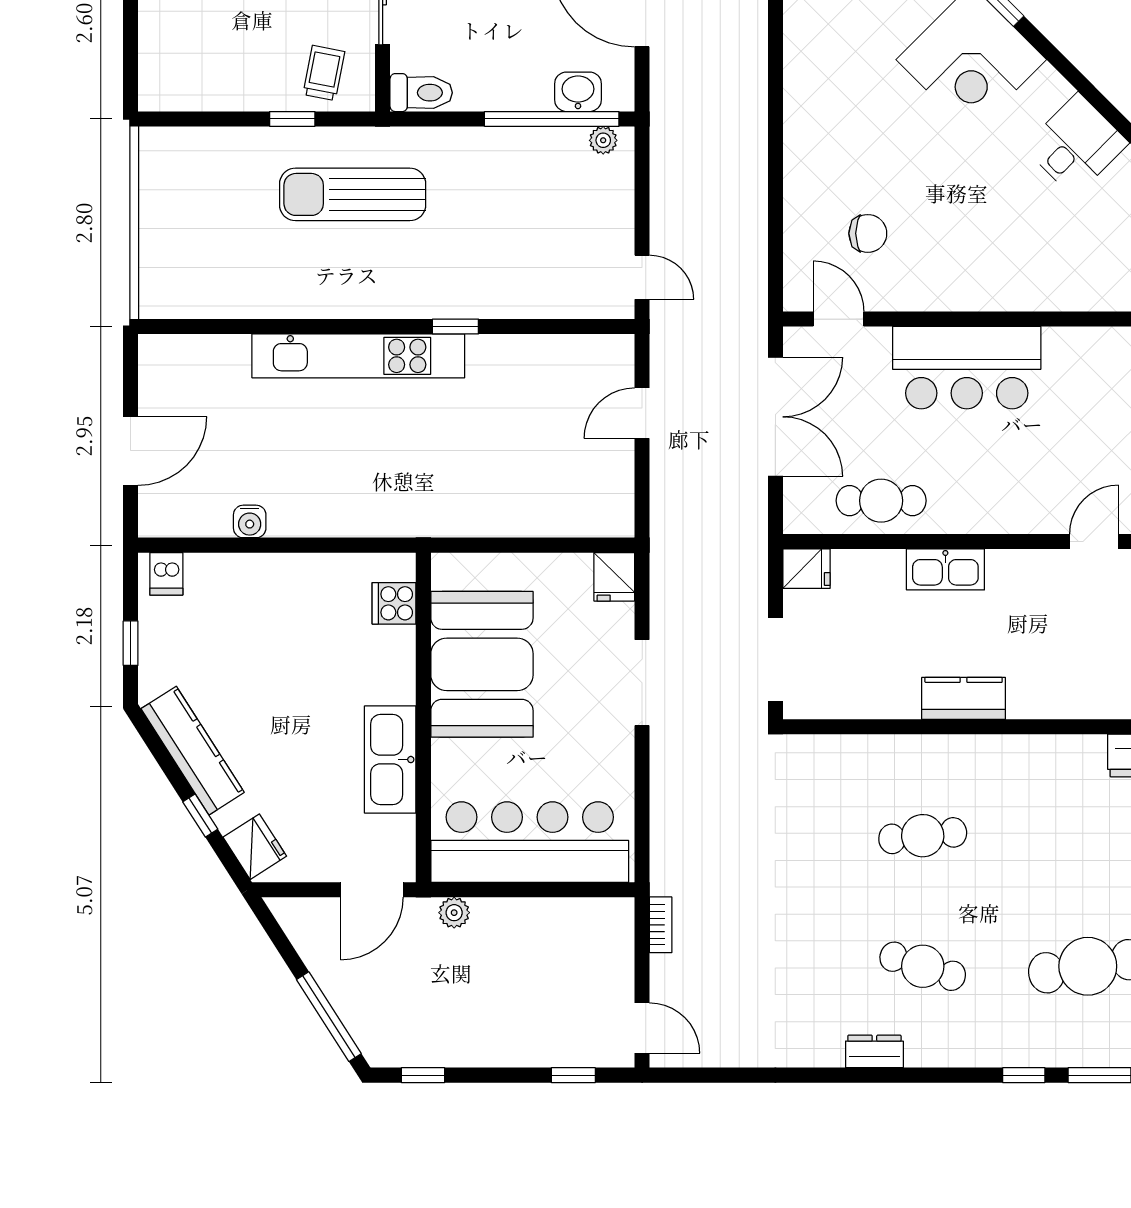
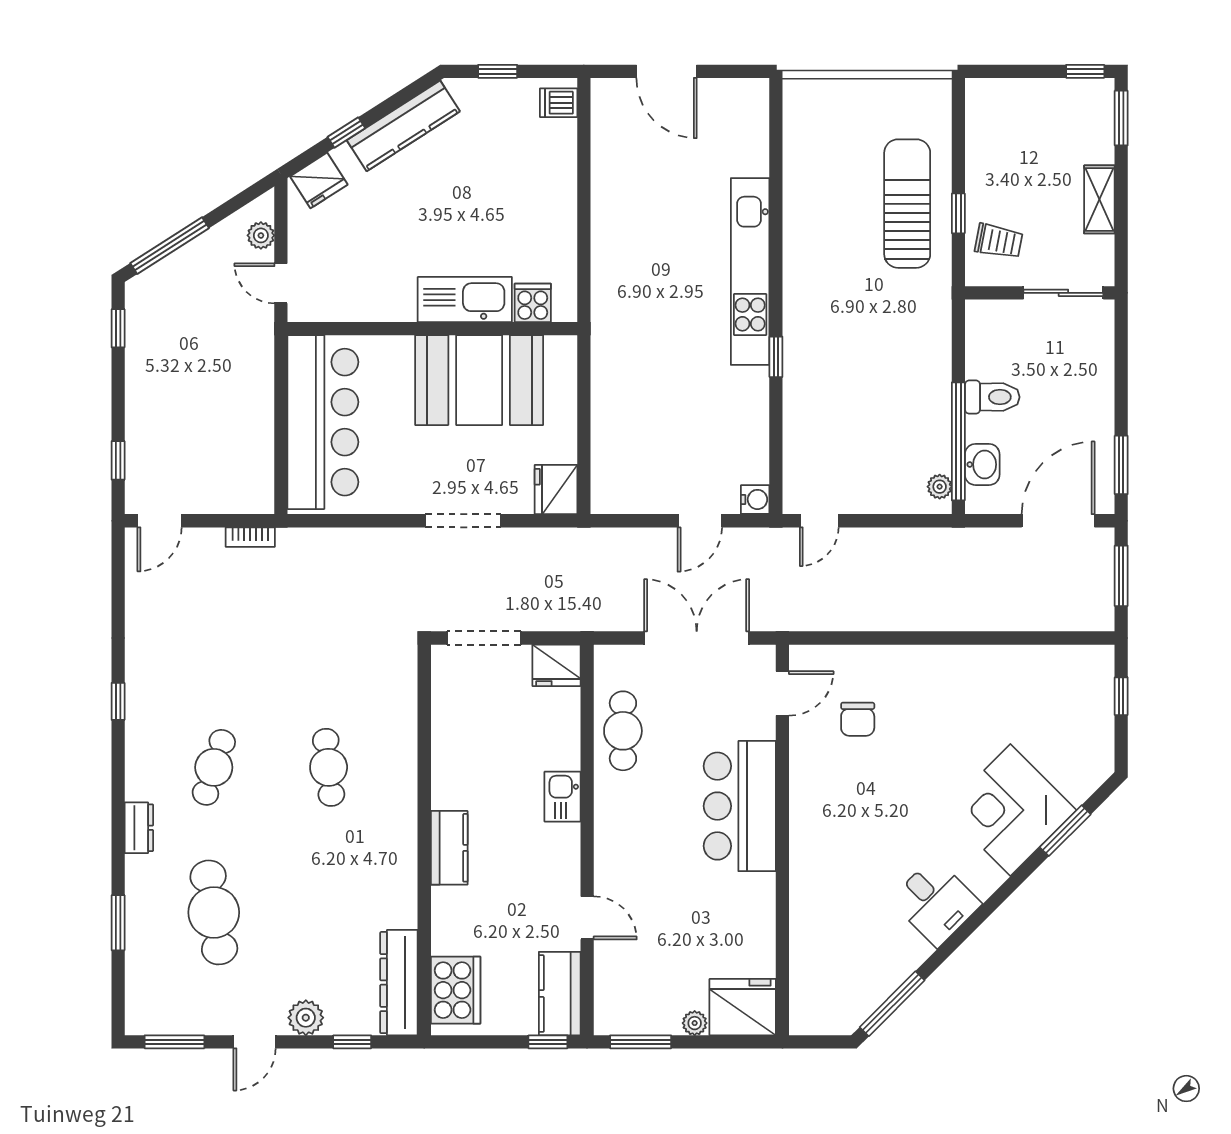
toilet: (421, 93) -> (992, 397), moved, turned -90
sun lounger: (353, 194) -> (907, 204), moved
door: (642, 413) -> (700, 521), swing flipped
double door: (775, 417) -> (697, 638), swing flipped
water cooler: (250, 521) -> (755, 499), moved, turned 180
fridge: (806, 569) -> (556, 665), width x1.38
kitchen sink: (945, 569) -> (562, 797), width x0.73
fridge: (614, 577) -> (556, 490), width x1.38
kitchen counter: (964, 698) -> (449, 848), moved
kitchen sink: (390, 760) -> (465, 299), moved
door: (372, 890) -> (281, 283), width x0.73
plant: (454, 913) -> (261, 235), moved
dresser: (874, 1051) -> (139, 828), moved
window: (1024, 1075) -> (118, 701), moved

